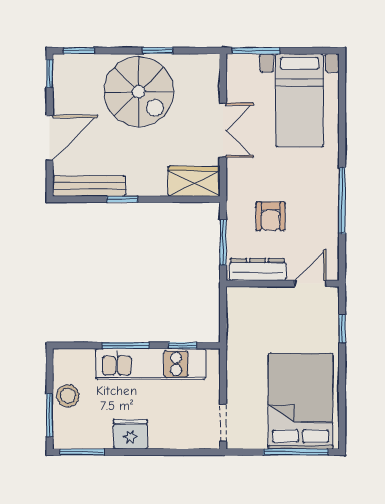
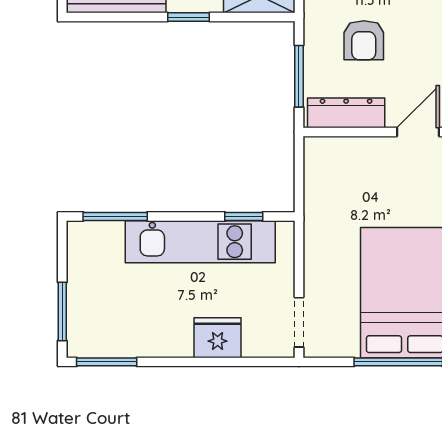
window: (122, 199) -> (189, 17), moved
window: (126, 345) -> (115, 217), moved
stool: (68, 396) -> (87, 285), removed
fridge: (130, 434) -> (218, 338), moved

